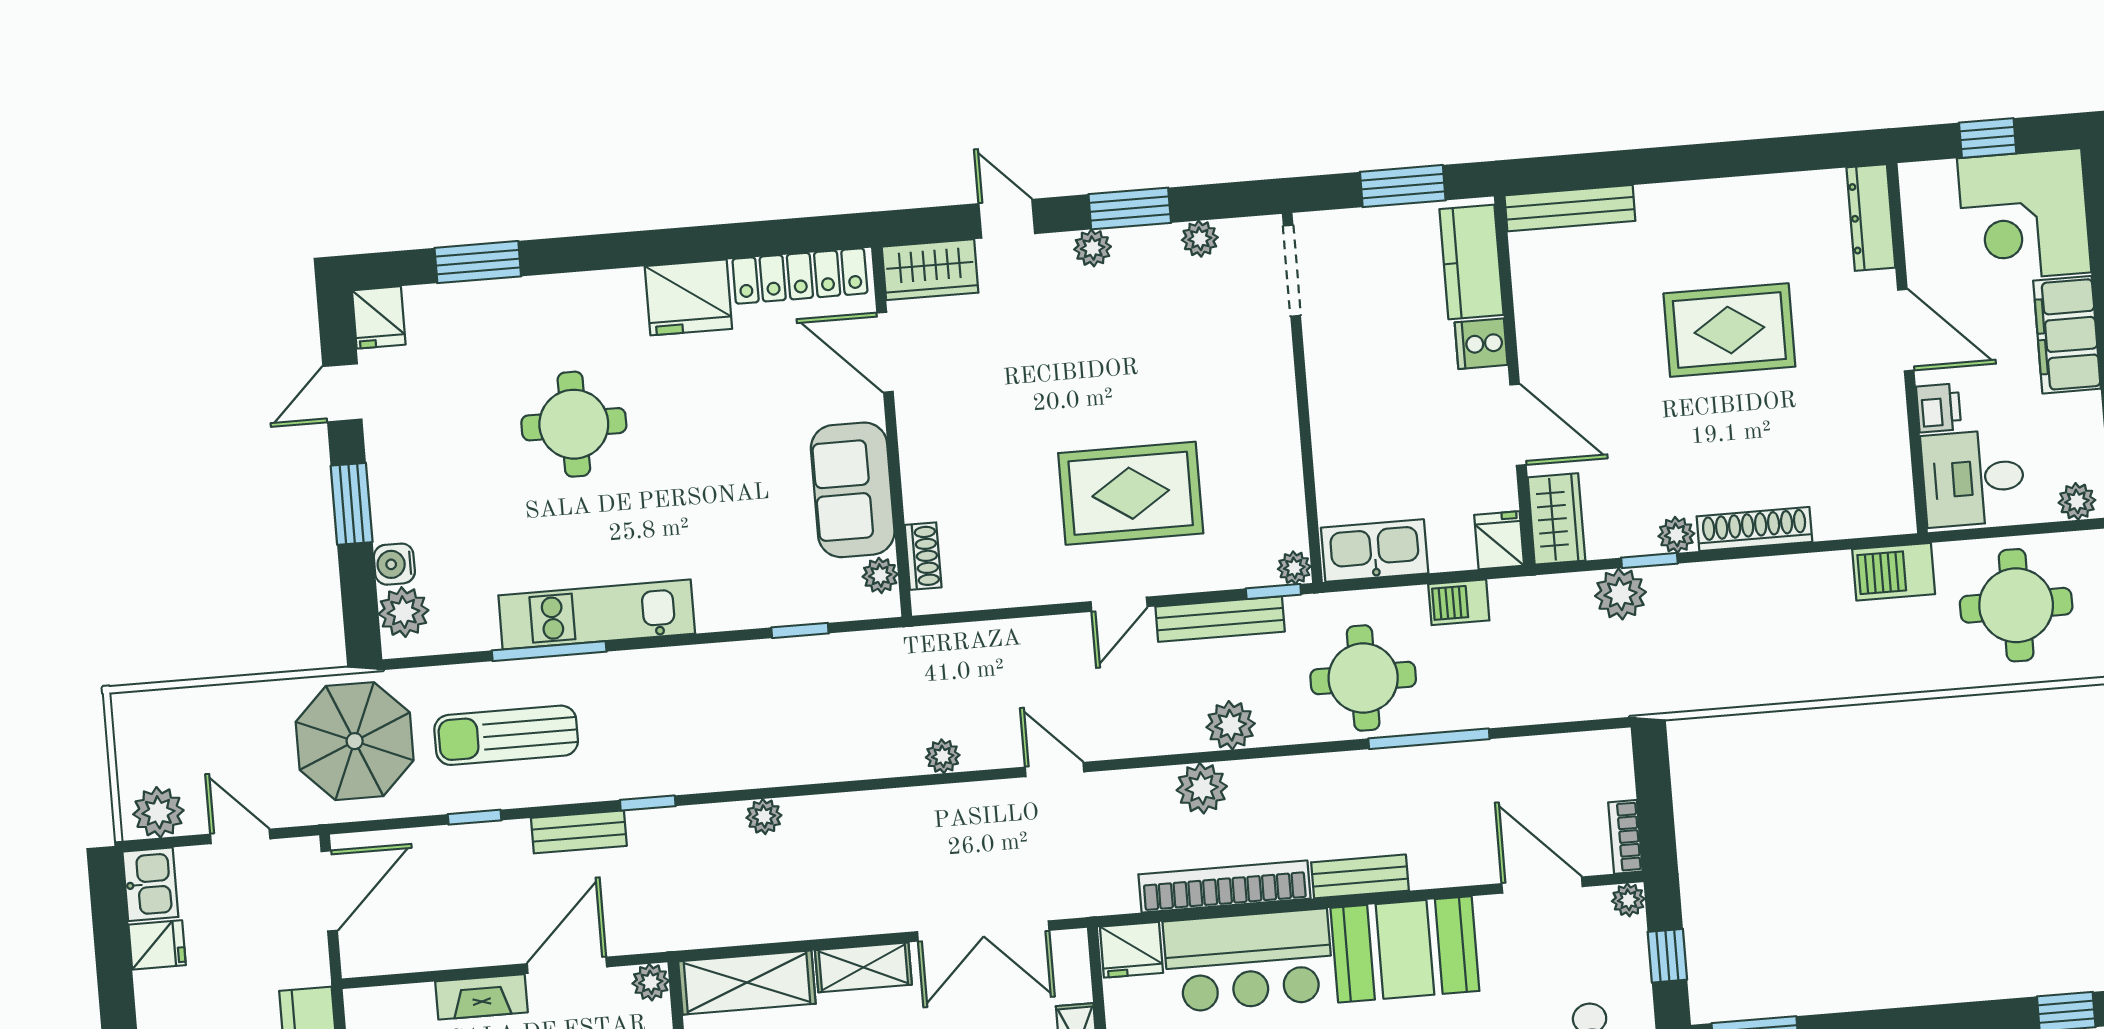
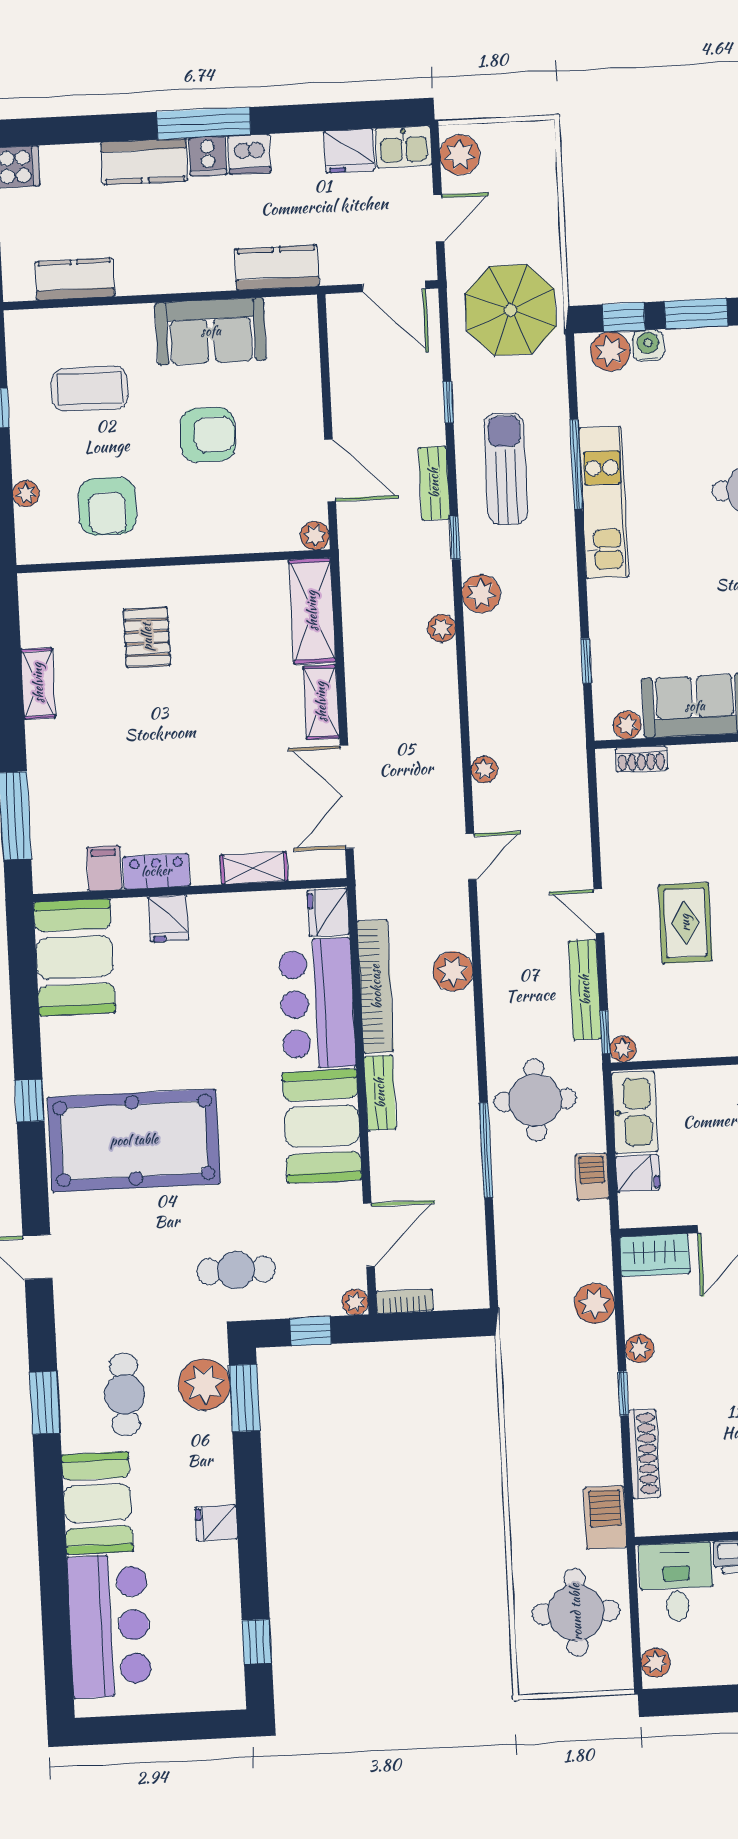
rug: (1131, 493) -> (685, 923), width x0.73, depth x0.70
shoe rack: (1754, 529) -> (644, 1454), moved
fridge: (1499, 540) -> (638, 1173), moved
window: (1649, 561) -> (623, 1393), moved
window: (359, 596) -> (624, 317), added
plant: (1231, 725) -> (481, 594), moved
sun lounger: (506, 735) -> (506, 469), moved
fridge: (157, 945) -> (349, 151), width x1.38
fireplace: (481, 997) -> (308, 403), removed

